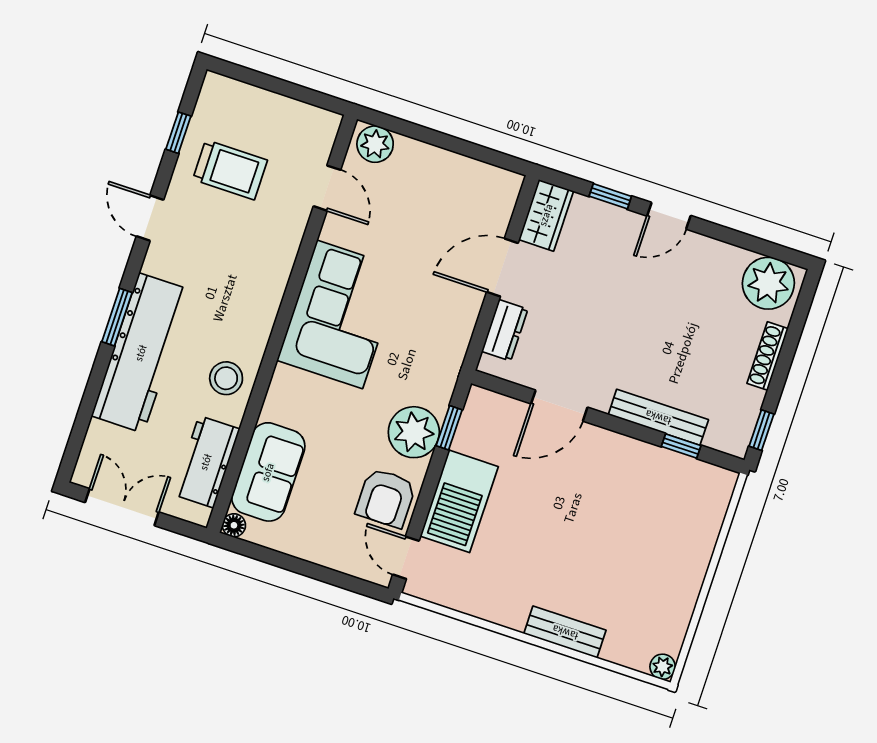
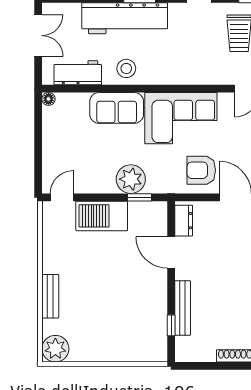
dresser: (505, 330) -> (184, 221), moved, turned -90
window: (762, 430) -> (194, 366), removed
sofa: (268, 472) -> (117, 108), moved
armchair: (386, 498) -> (201, 170), moved
plant: (663, 667) -> (55, 349), width x1.88, depth x1.88

